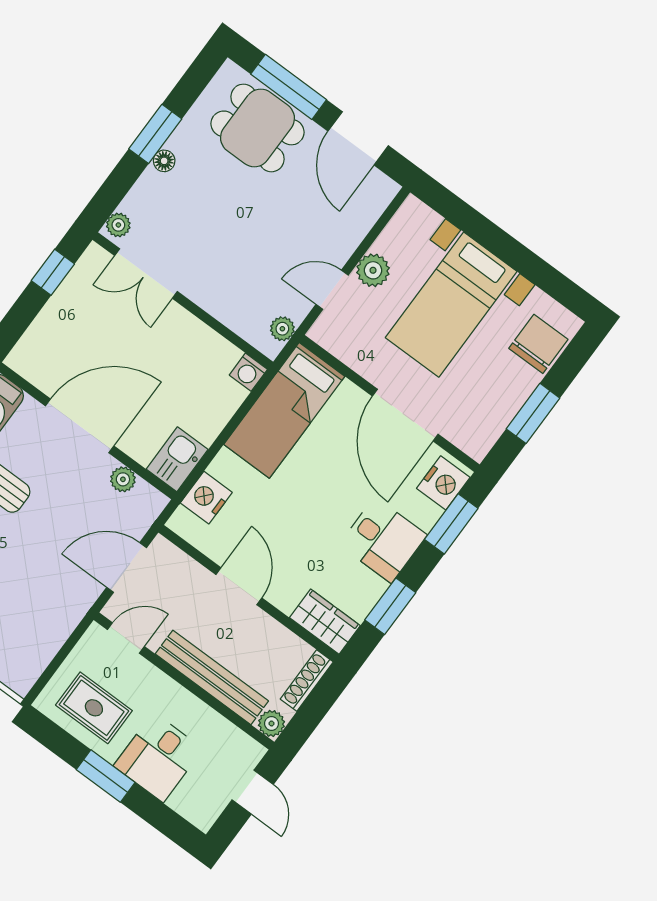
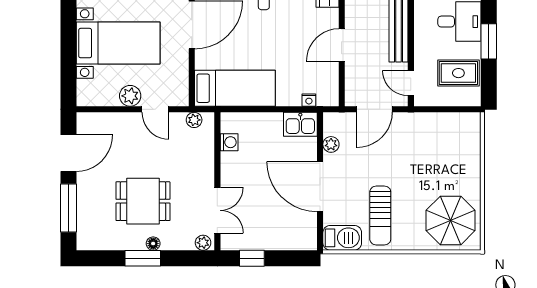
dining table: (258, 128) -> (143, 201), moved, turned 90
washing machine: (248, 372) -> (229, 142), moved
nightstand: (206, 498) -> (309, 100), width x0.53, depth x0.56
door: (127, 567) -> (375, 109), hinge flipped
rug: (94, 708) -> (458, 73), turned 90

